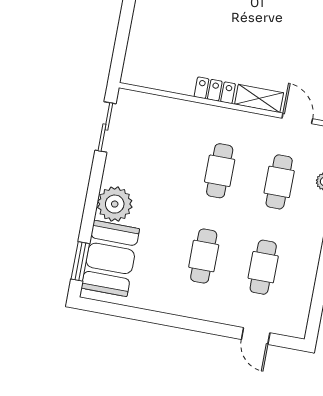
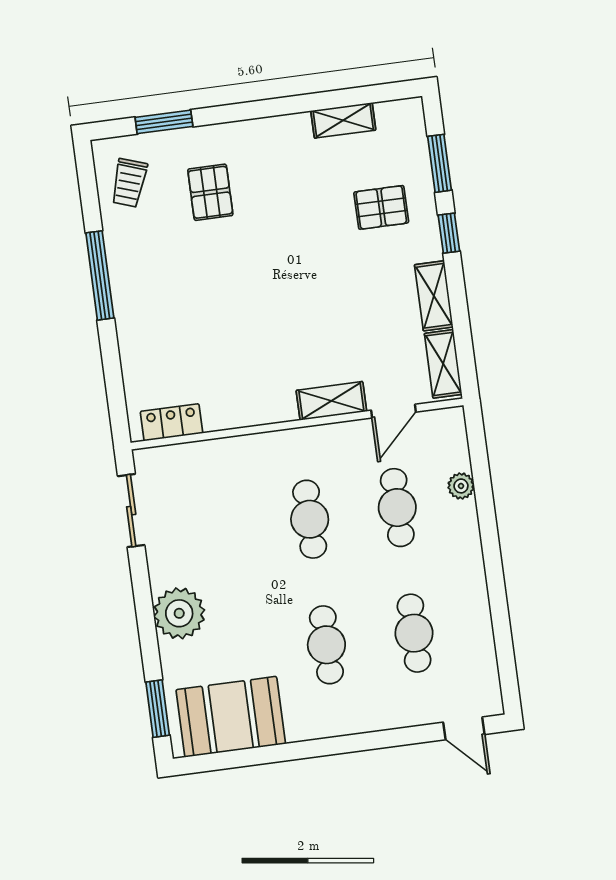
locker: (215, 90) -> (172, 422), moved
door: (297, 118) -> (394, 411), swing flipped
booth: (110, 258) -> (231, 717), moved, turned 90
door: (256, 336) -> (464, 728), moved

